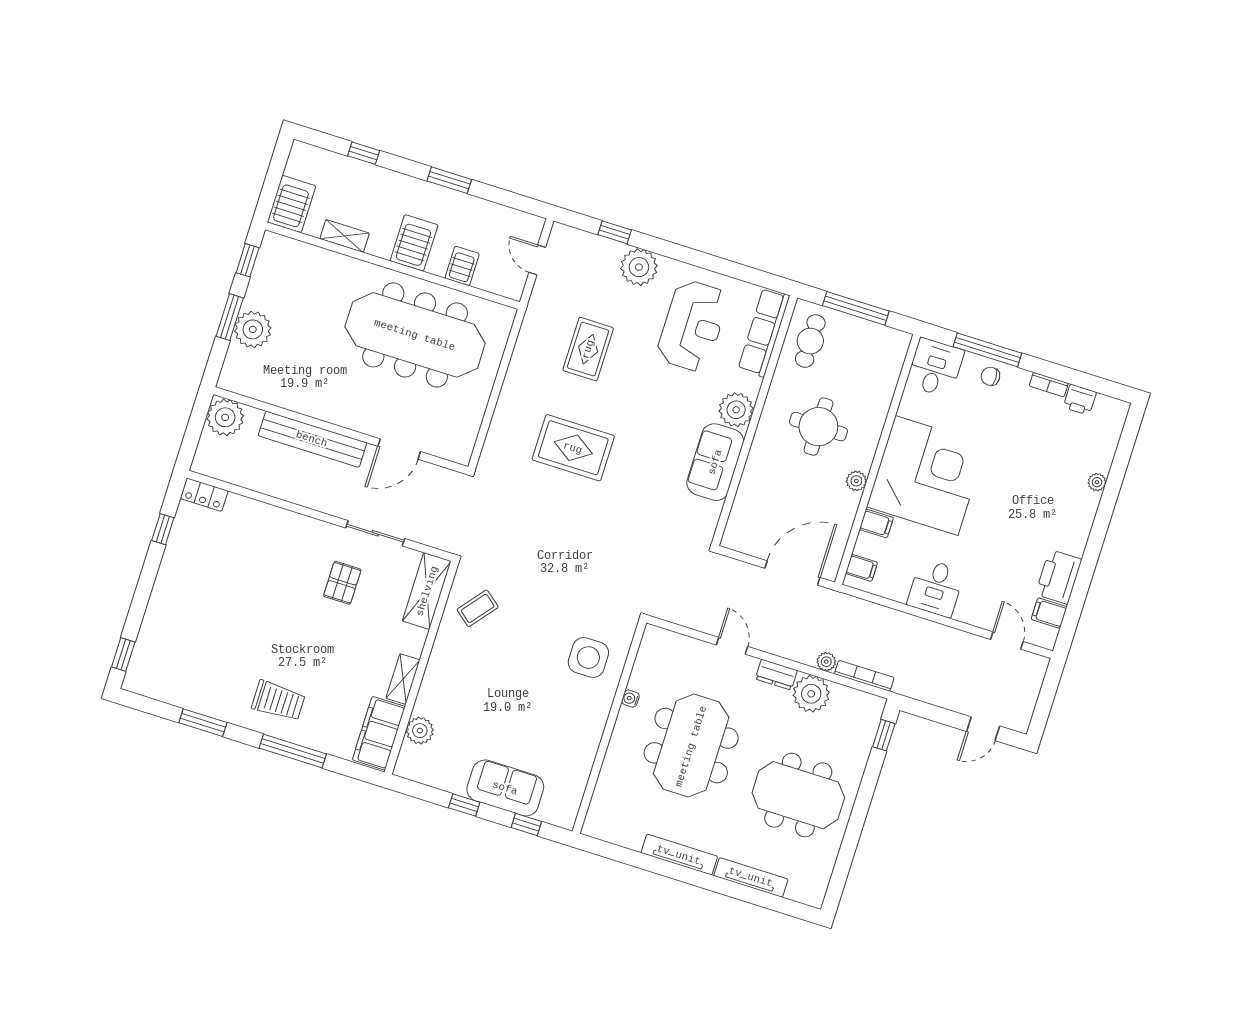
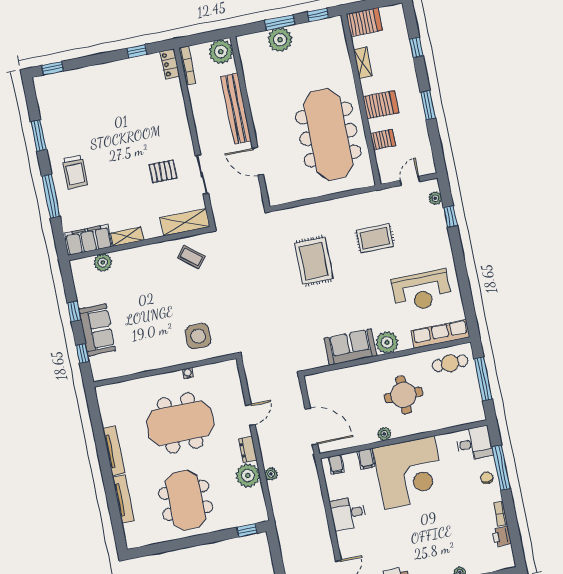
plant: (639, 267) -> (435, 198), moved, width x0.53, depth x0.53
bookcase: (864, 676) -> (187, 65), moved

